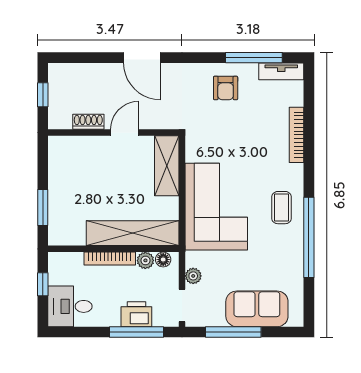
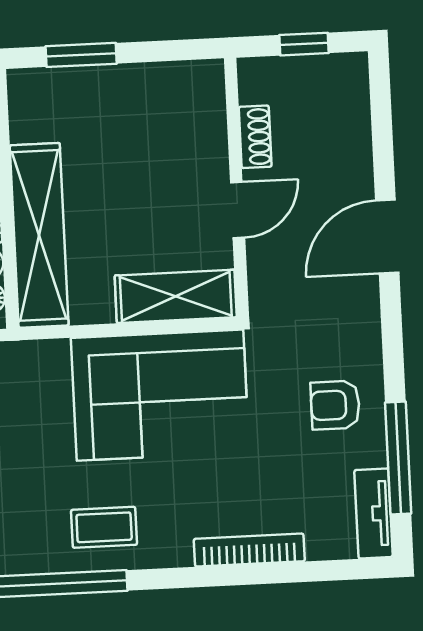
door: (125, 132) -> (238, 210), hinge flipped
corner sofa: (216, 207) -> (160, 395), moved

